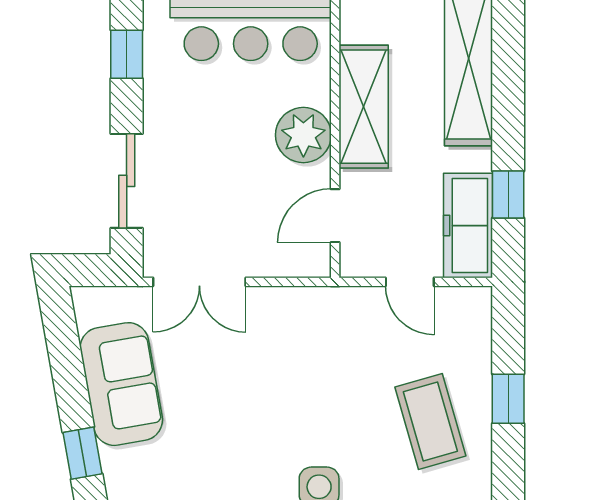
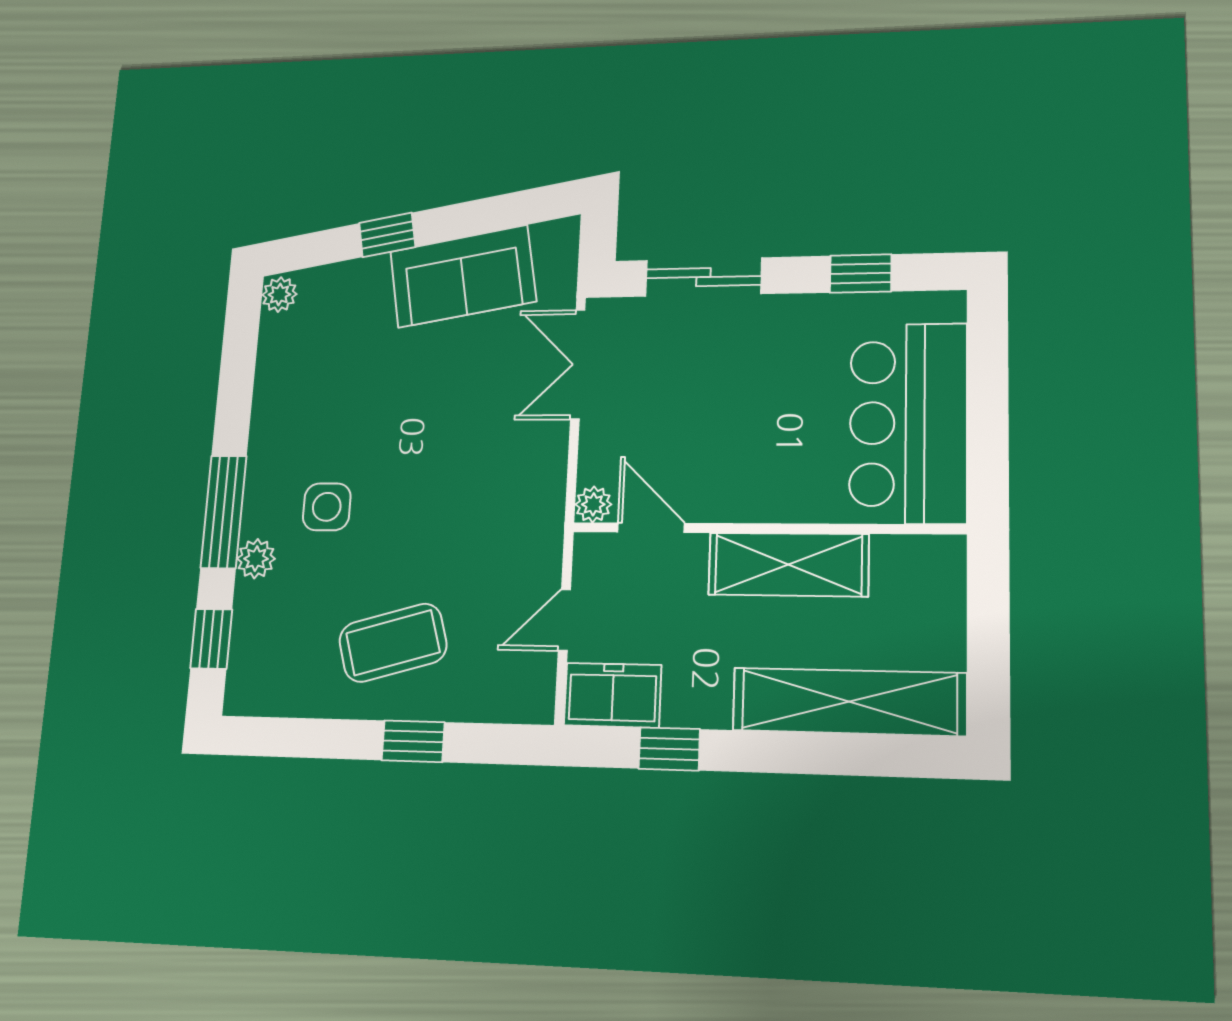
plant: (303, 135) -> (593, 504), moved, width x0.53, depth x0.53
freezer: (468, 226) -> (613, 695), width x0.71

